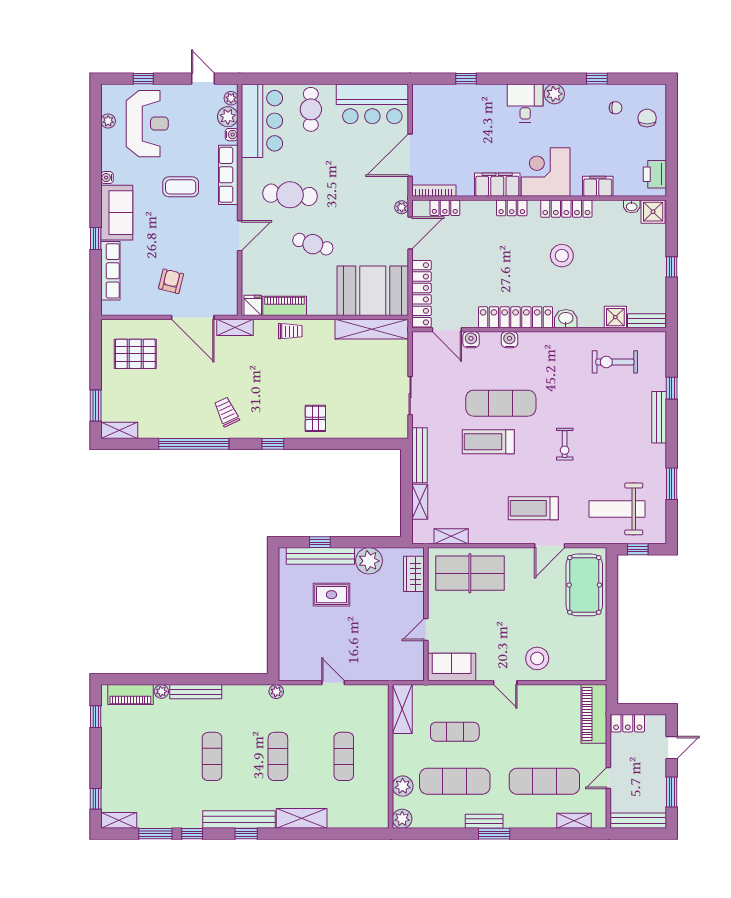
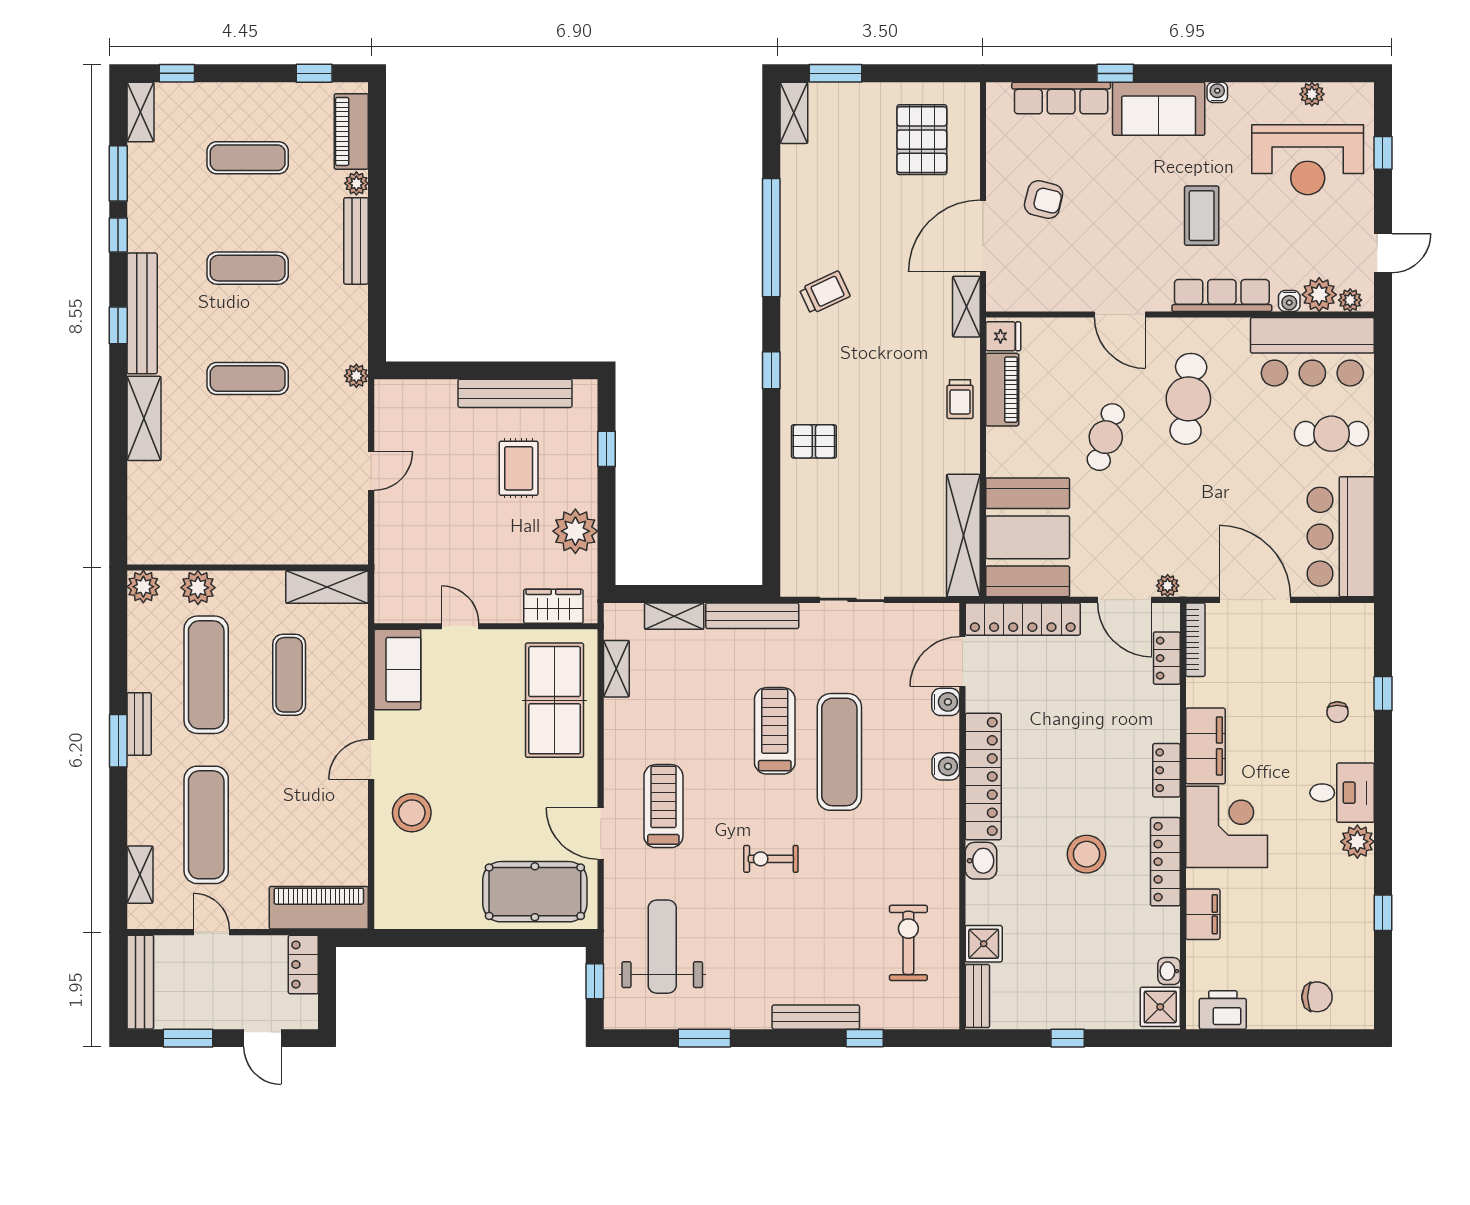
chair: (616, 108) -> (1337, 712), moved
bench: (320, 556) -> (515, 393), moved, turned 90
exercise mat: (344, 756) -> (248, 158), moved

